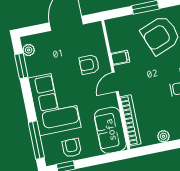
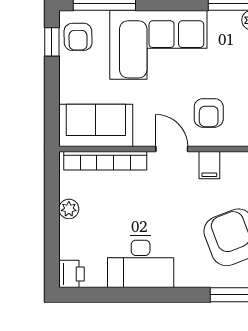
armchair: (89, 64) -> (209, 113), turned 180
armchair: (72, 148) -> (78, 37), moved, turned 89

